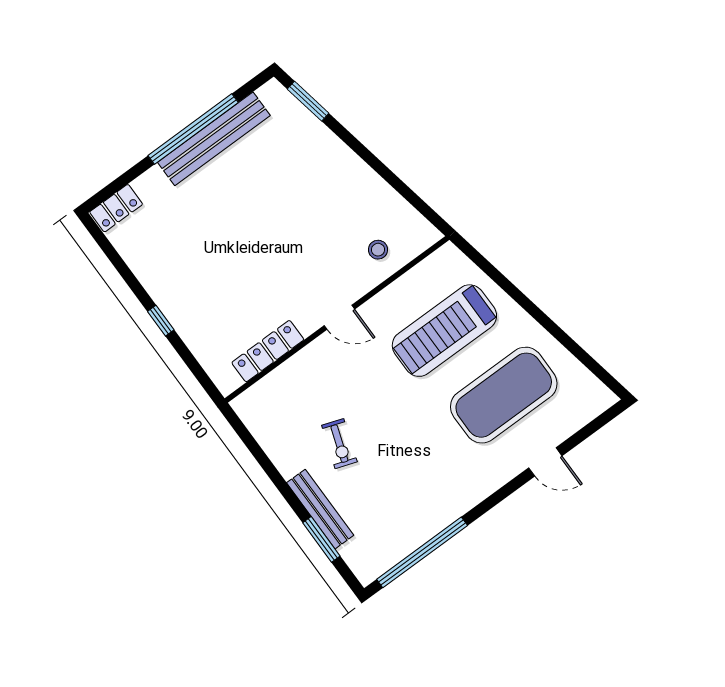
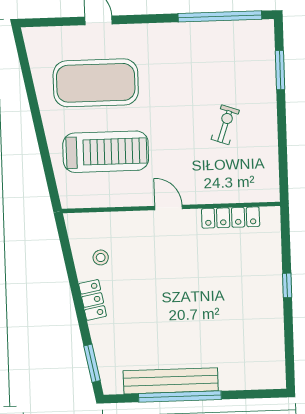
locker: (116, 208) -> (93, 300), moved, turned 79
stool: (378, 250) -> (101, 257), moved
bench: (320, 509) -> (267, 91), removed

